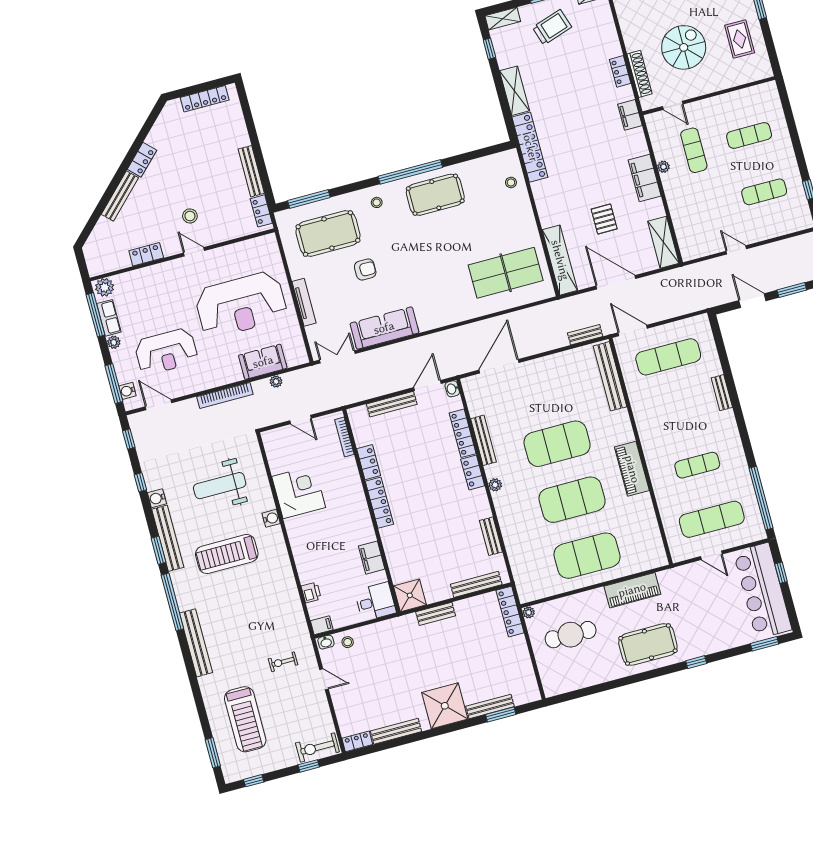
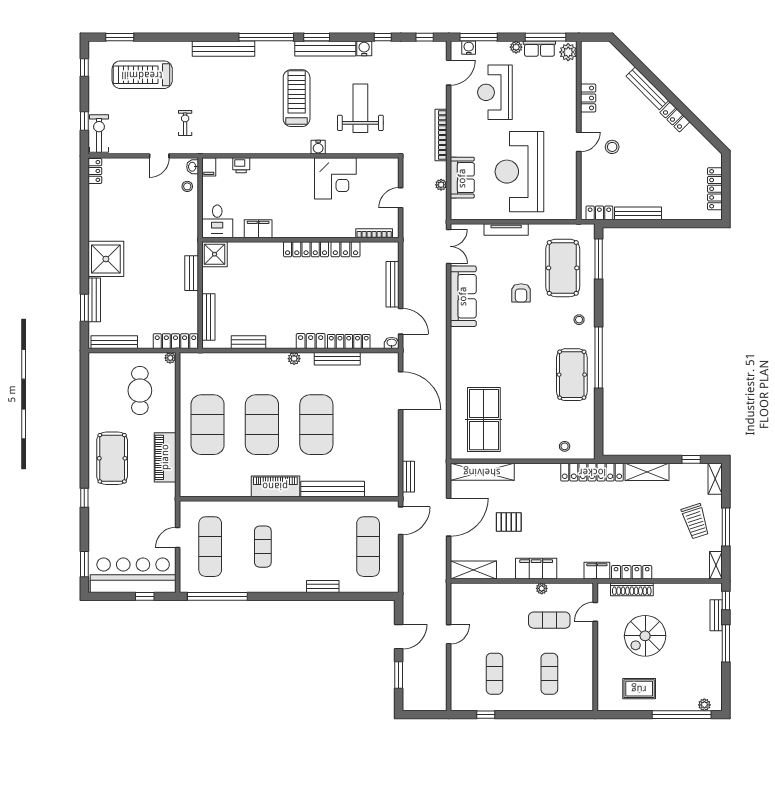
spiral stairs: (684, 47) -> (645, 636), turned 90
locker: (620, 71) -> (632, 572), width x1.53
bench: (610, 376) -> (333, 489), moved
bench: (396, 731) -> (114, 342), moved, turned 90

